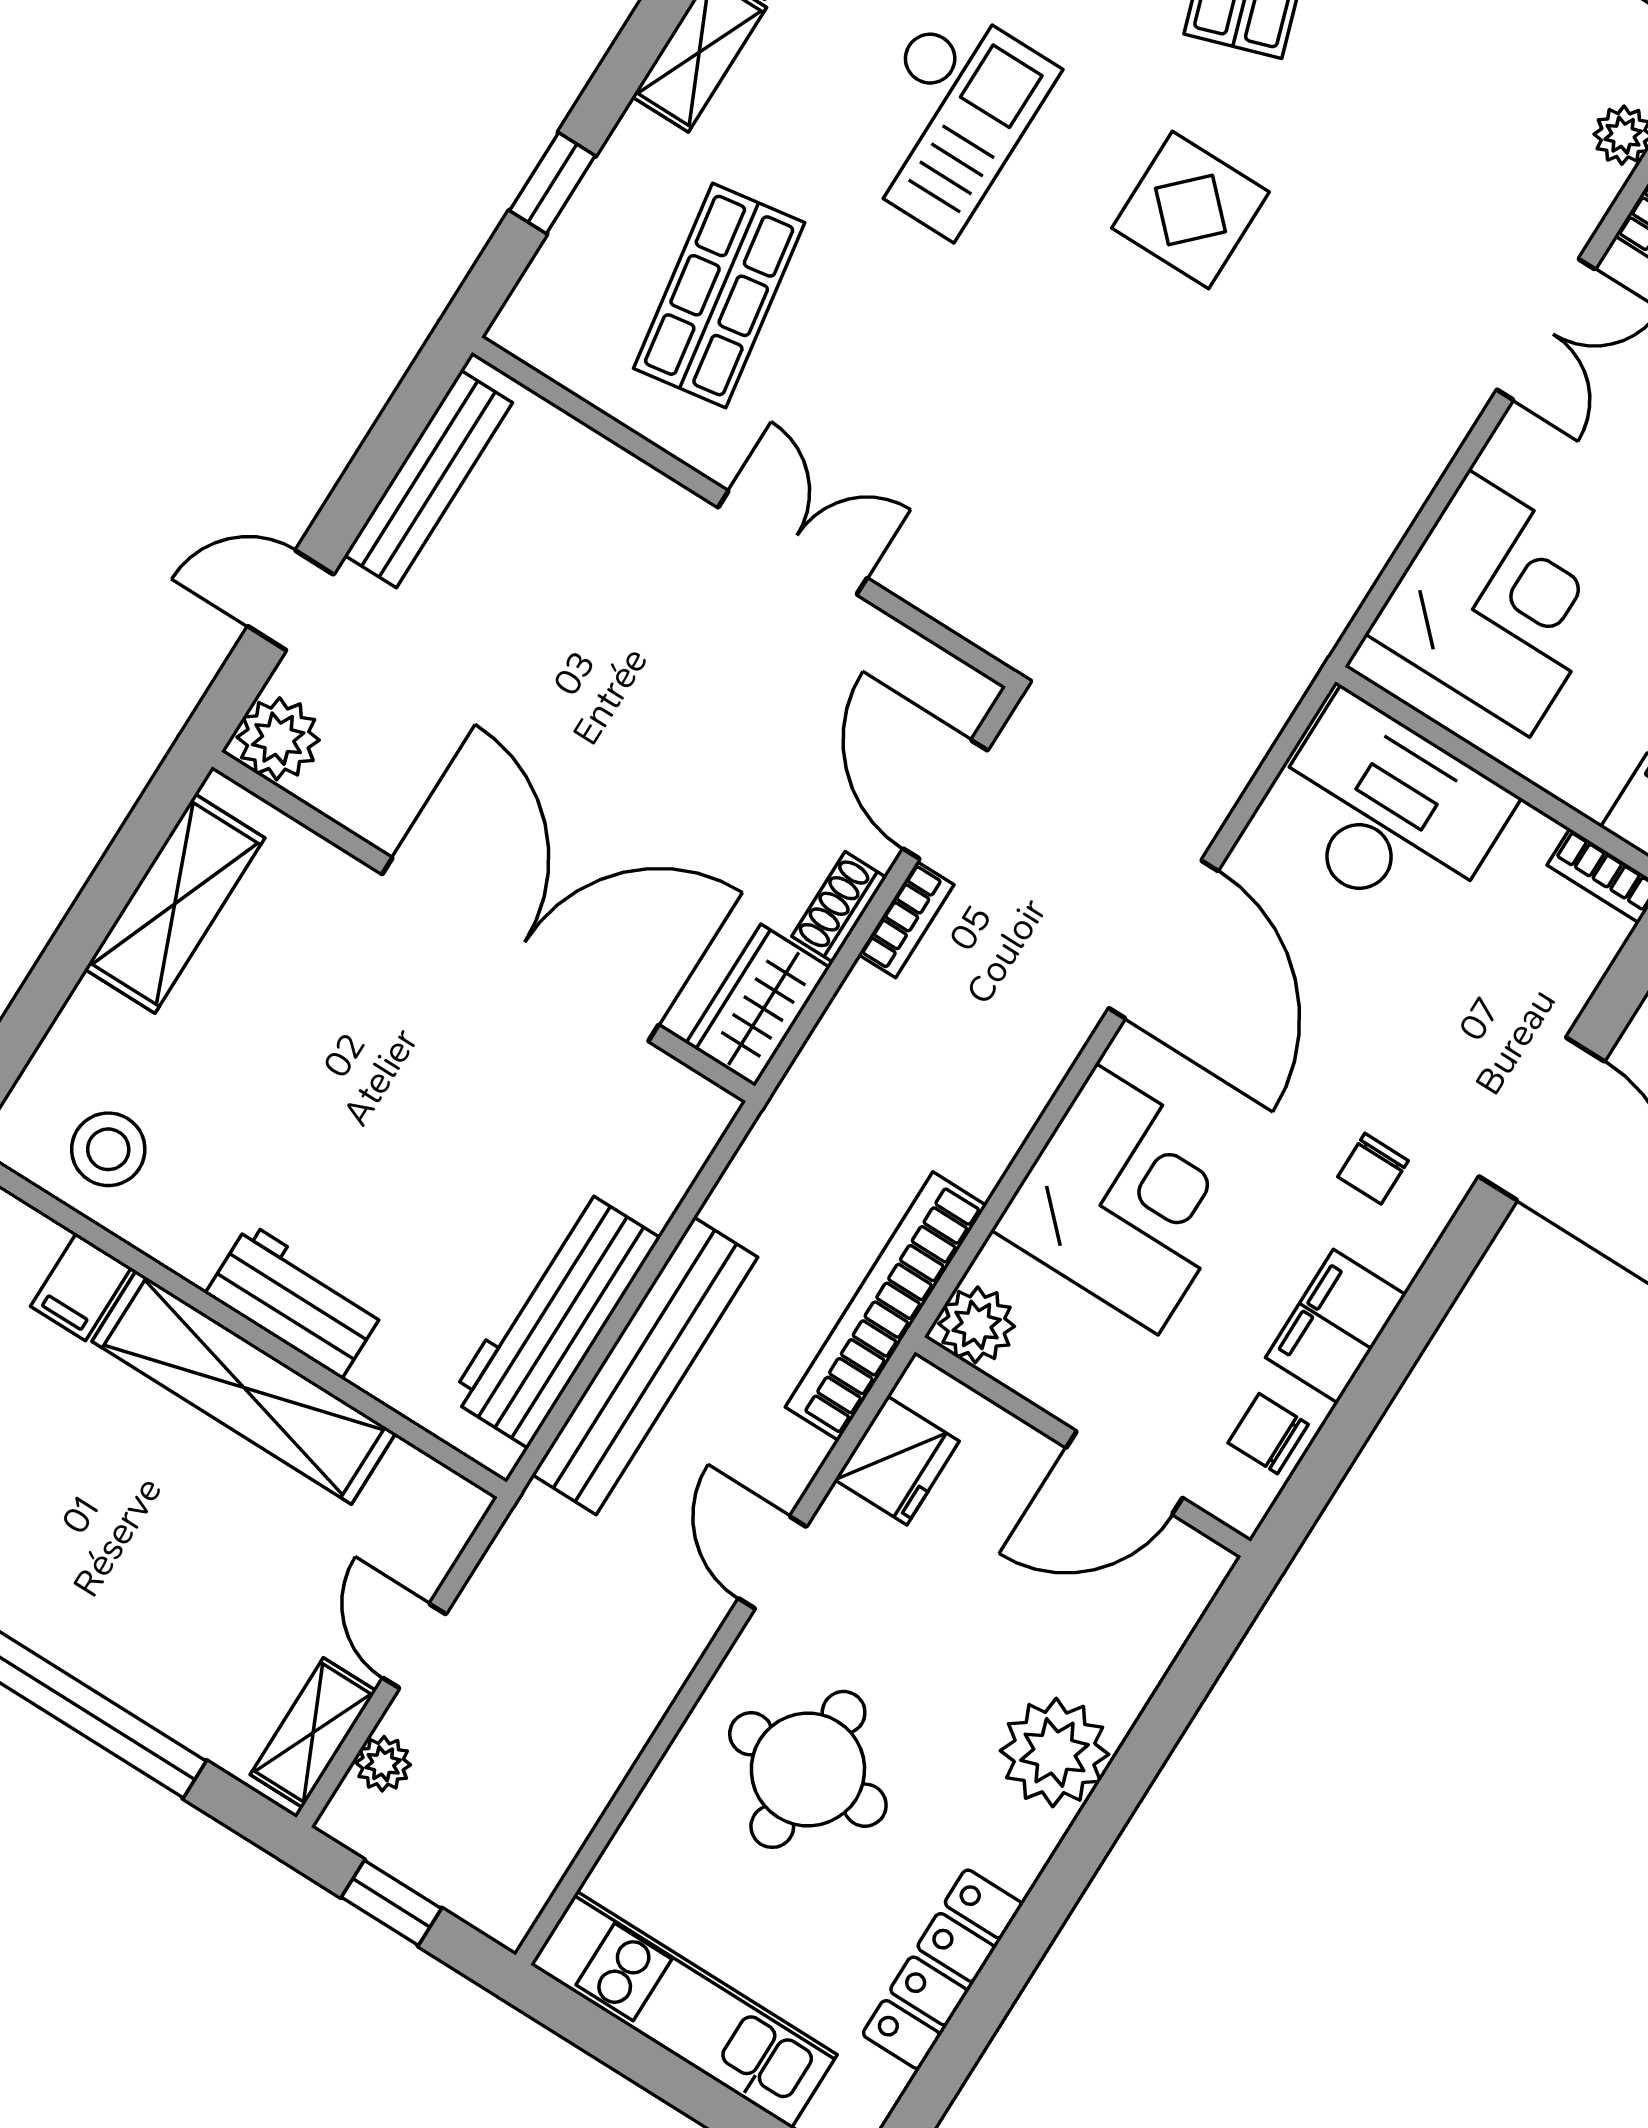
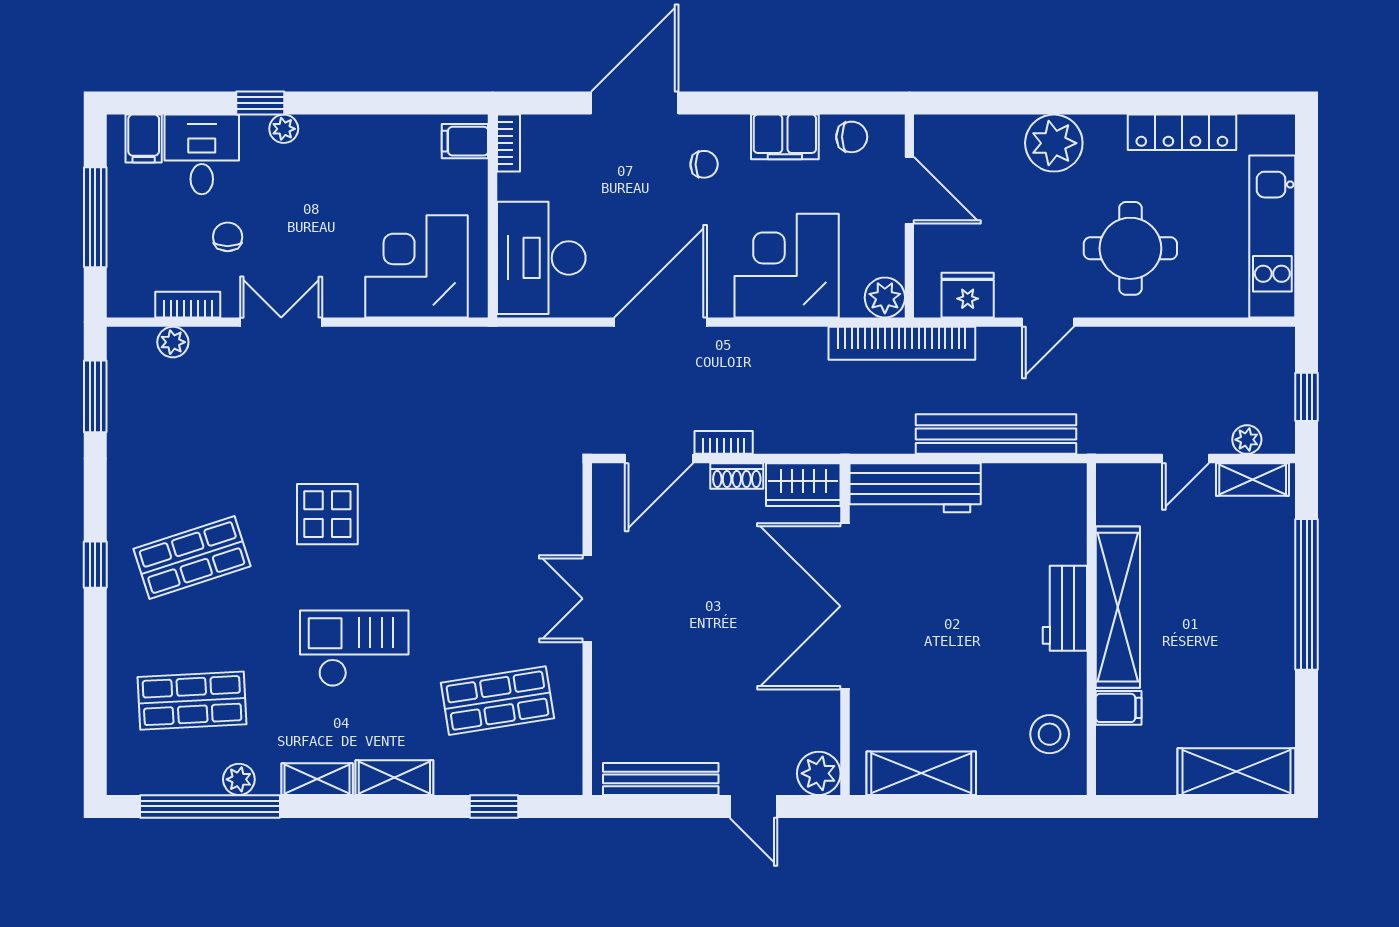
workbench: (555, 1318) -> (915, 488), moved
chair: (1268, 1434) -> (852, 137), turned -90

